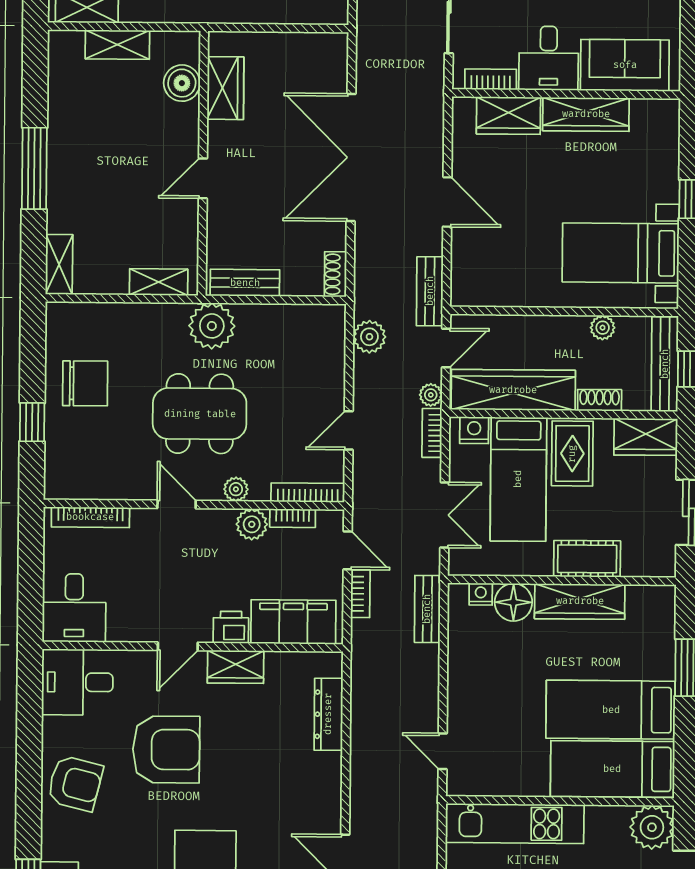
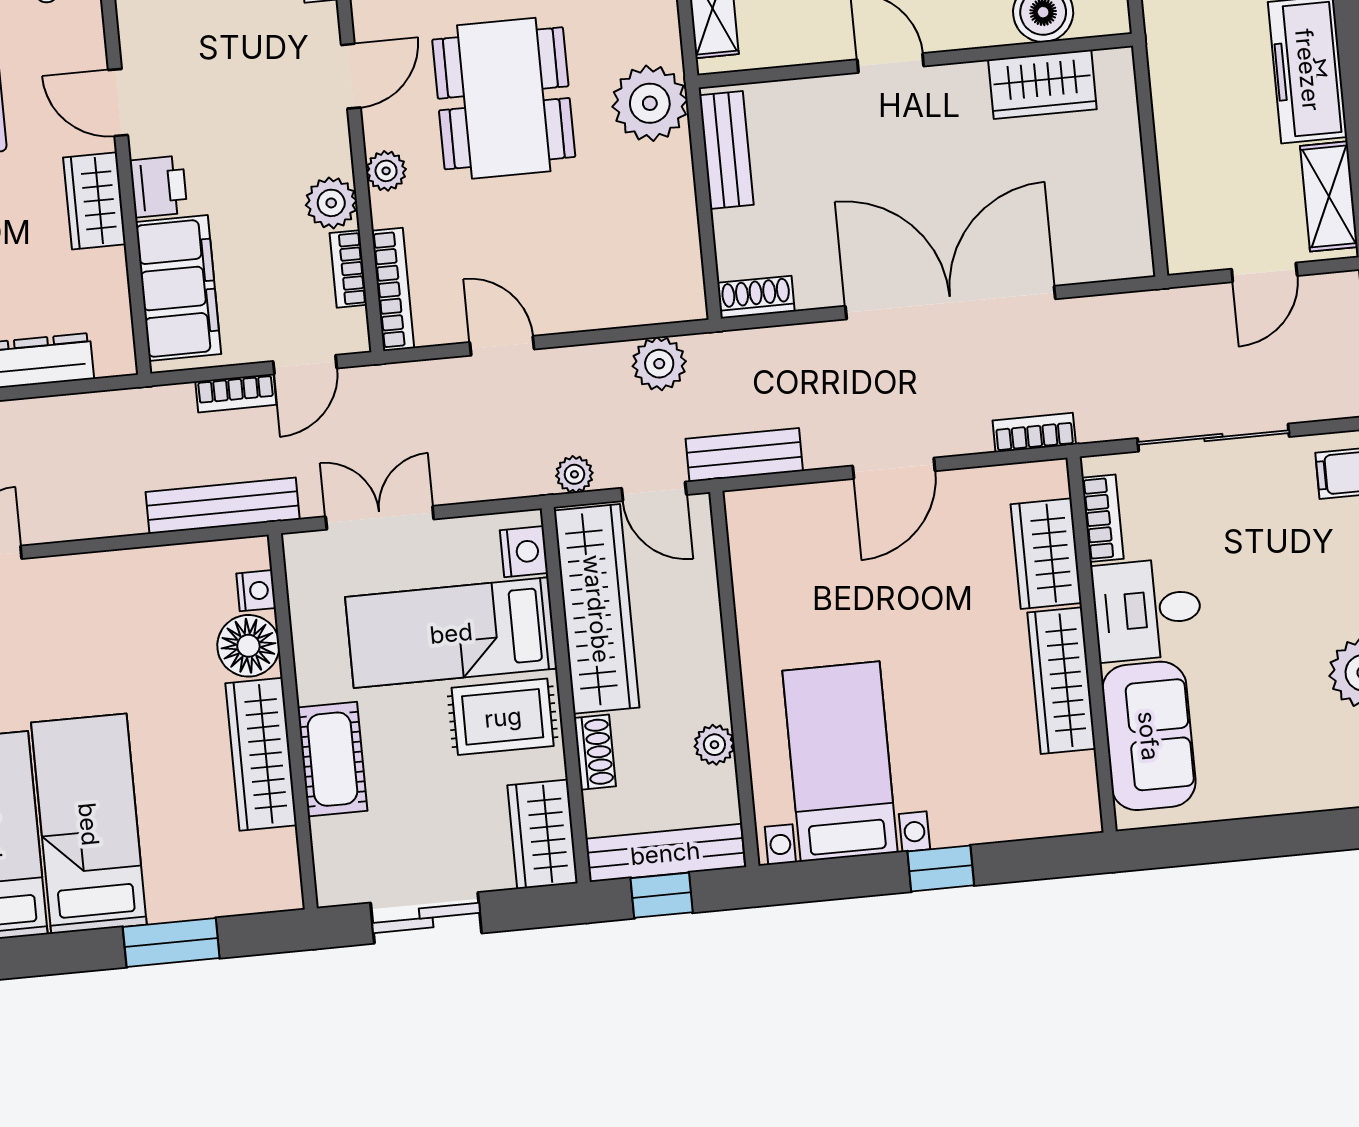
bookcase: (432, 433) -> (1034, 433), moved
double door: (445, 515) -> (380, 518), swing flipped
bench: (427, 609) -> (223, 506), width x1.36

